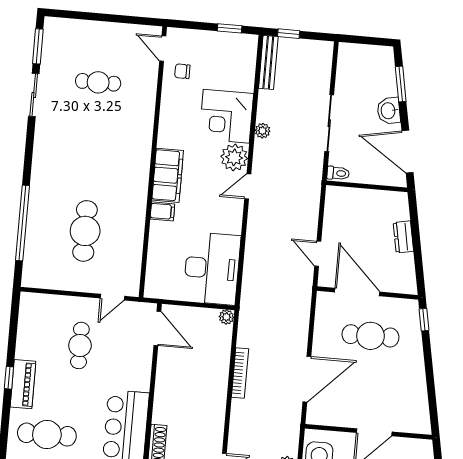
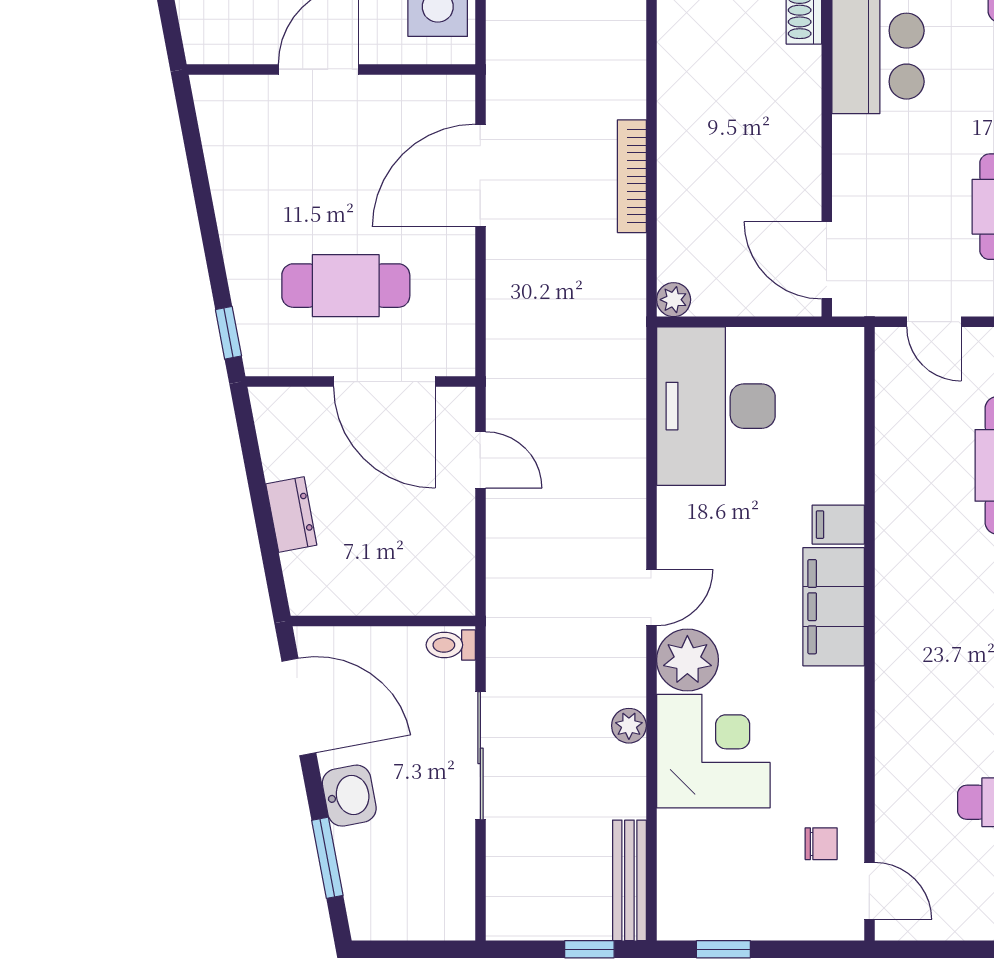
door: (112, 297) -> (934, 322), swing flipped

